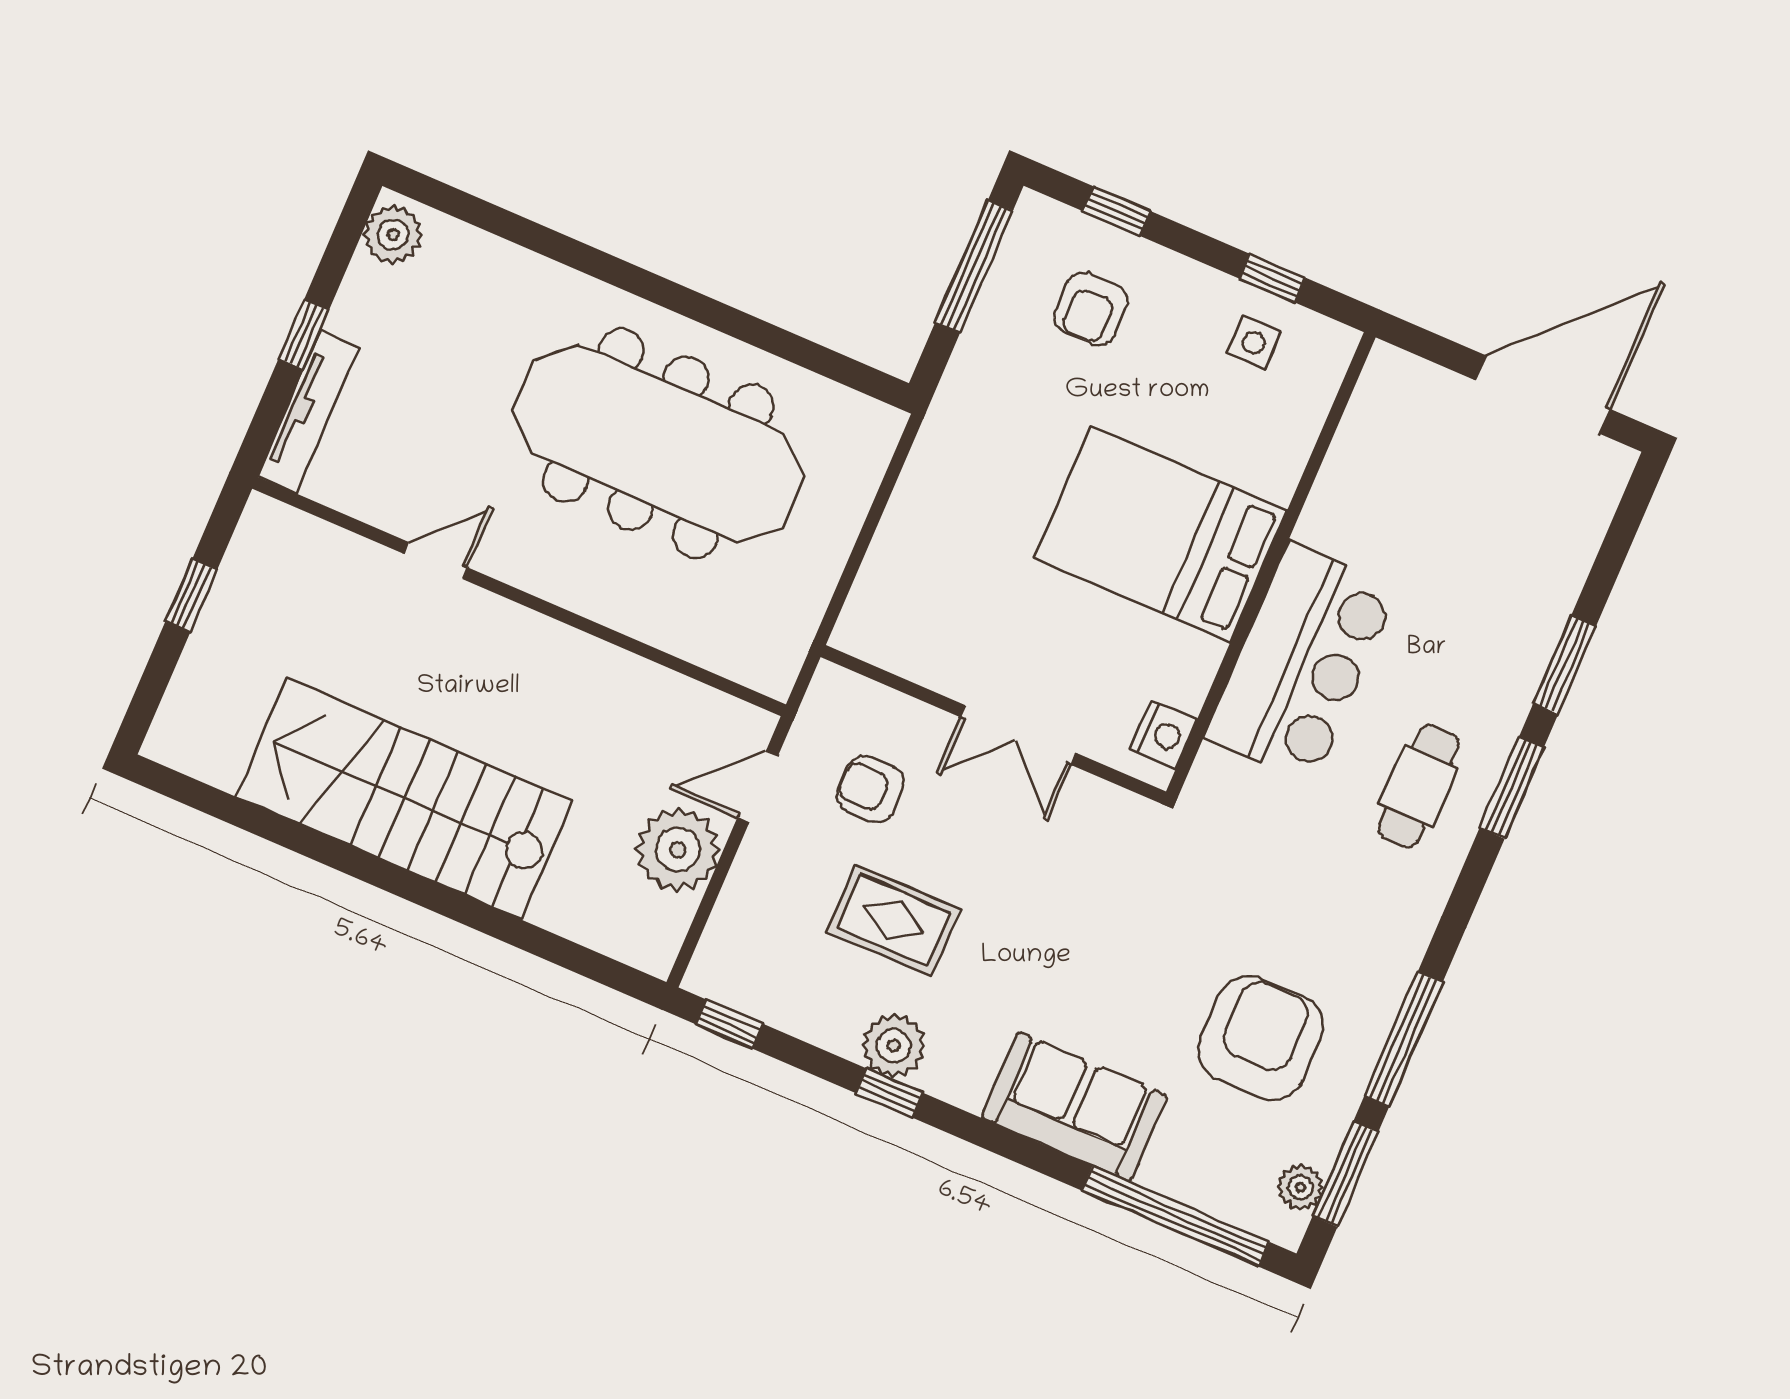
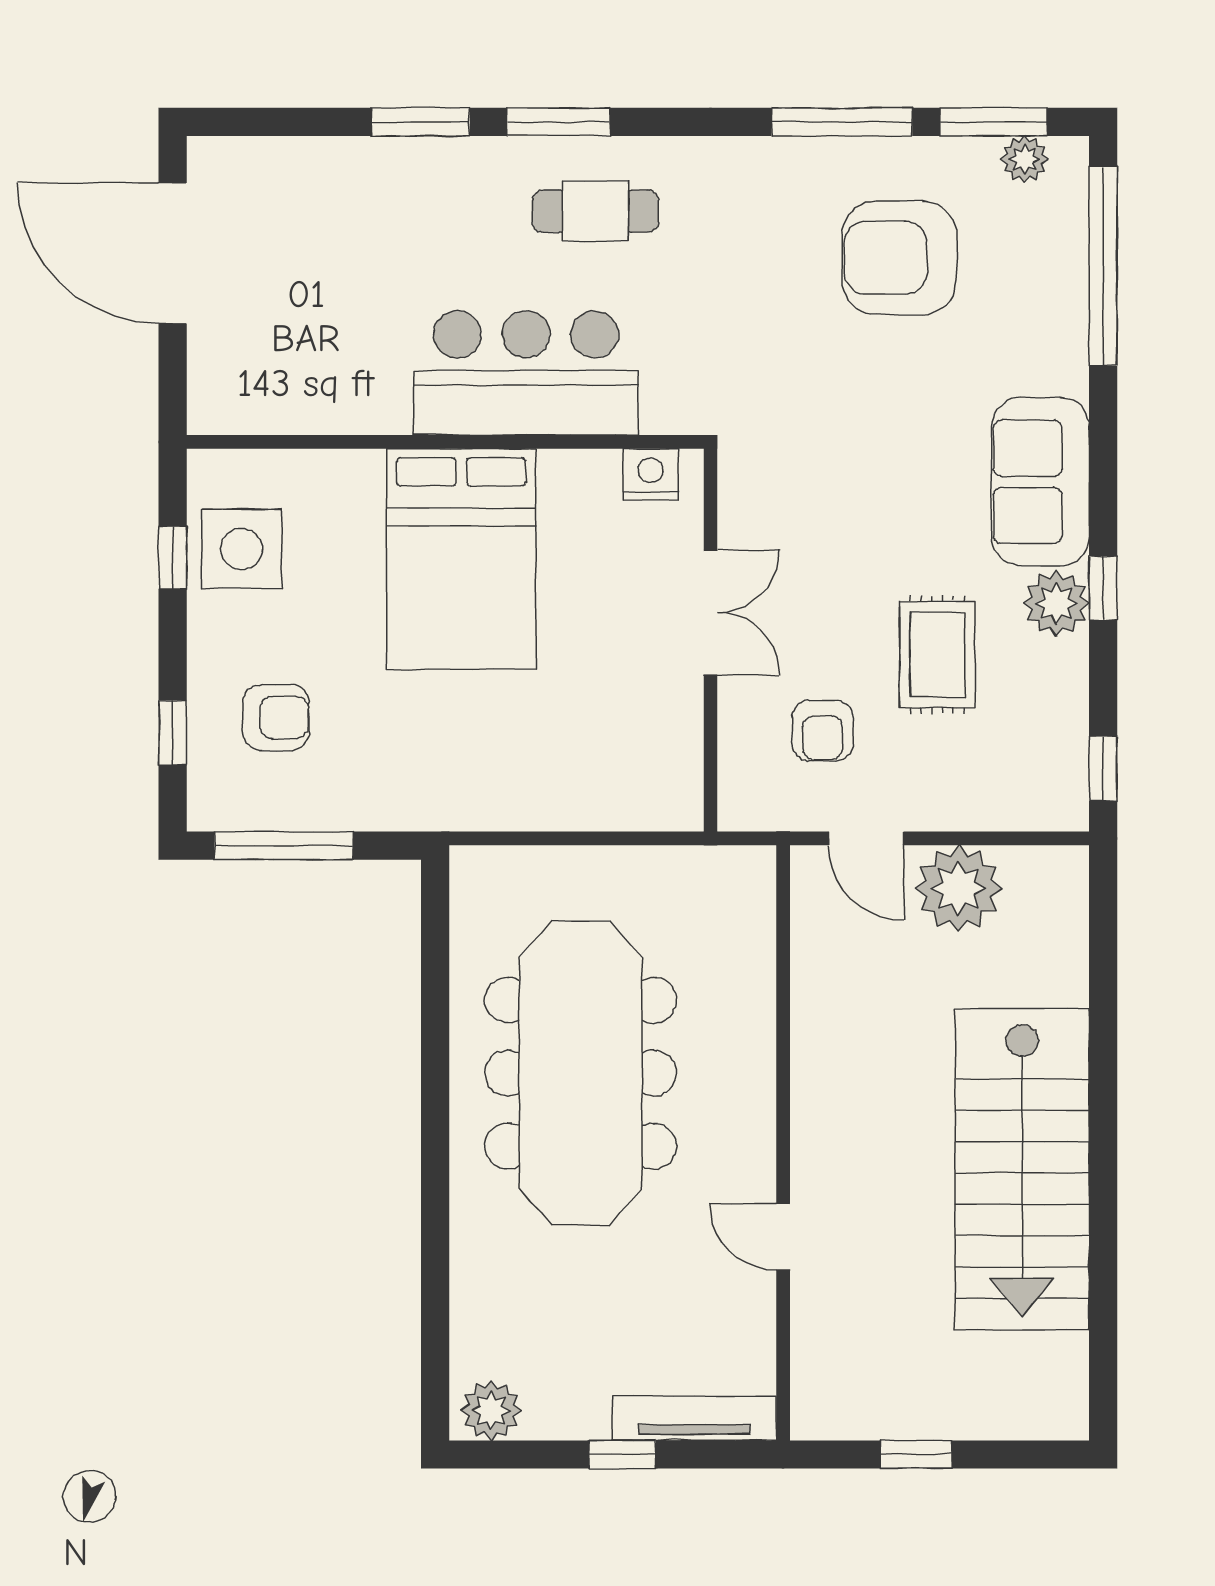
side table: (1254, 343) -> (242, 549), width x1.87, depth x1.87
sofa: (1074, 1107) -> (1040, 482), moved

